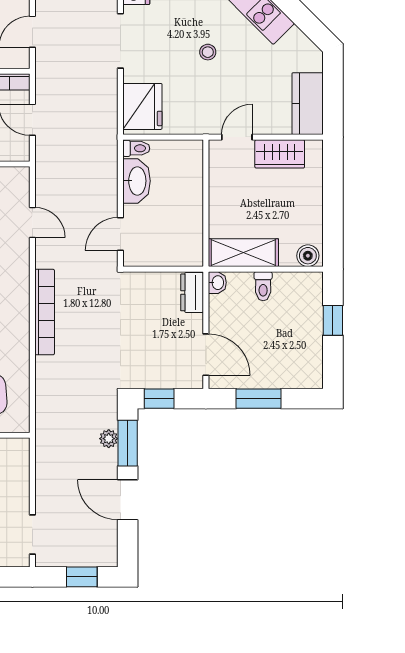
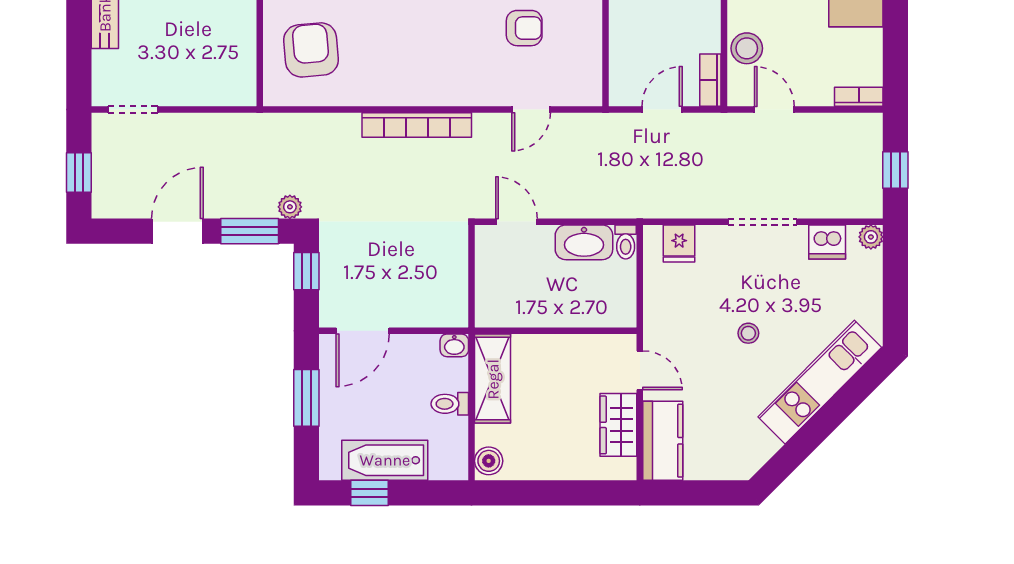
kitchen counter: (308, 104) -> (663, 441), moved, turned 90
fridge: (142, 106) -> (679, 243), width x0.53, depth x0.75
dresser: (192, 292) -> (442, 313), removed
window: (333, 320) -> (369, 493), moved
bathtub: (307, 337) -> (385, 460), added
plant: (109, 439) -> (290, 207), moved

